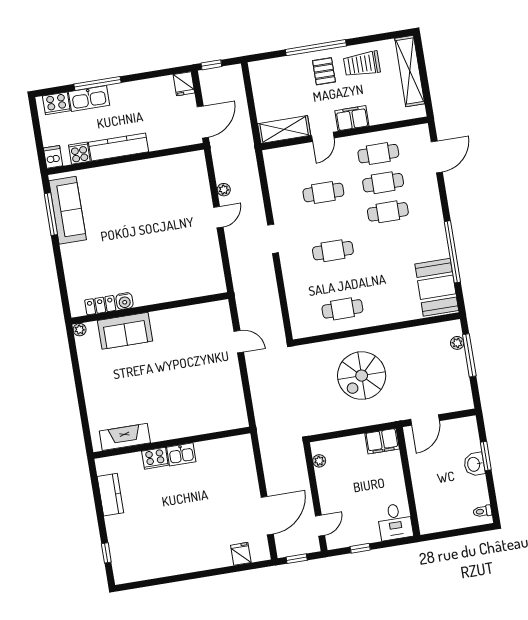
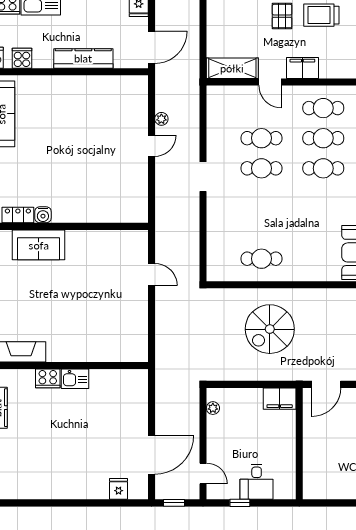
door: (323, 137) -> (270, 82), hinge flipped
kitchen counter: (118, 147) -> (83, 58), moved
cafe table: (333, 251) -> (261, 168), moved
desk: (395, 522) -> (257, 482), moved
door: (320, 526) -> (203, 473), hinge flipped

